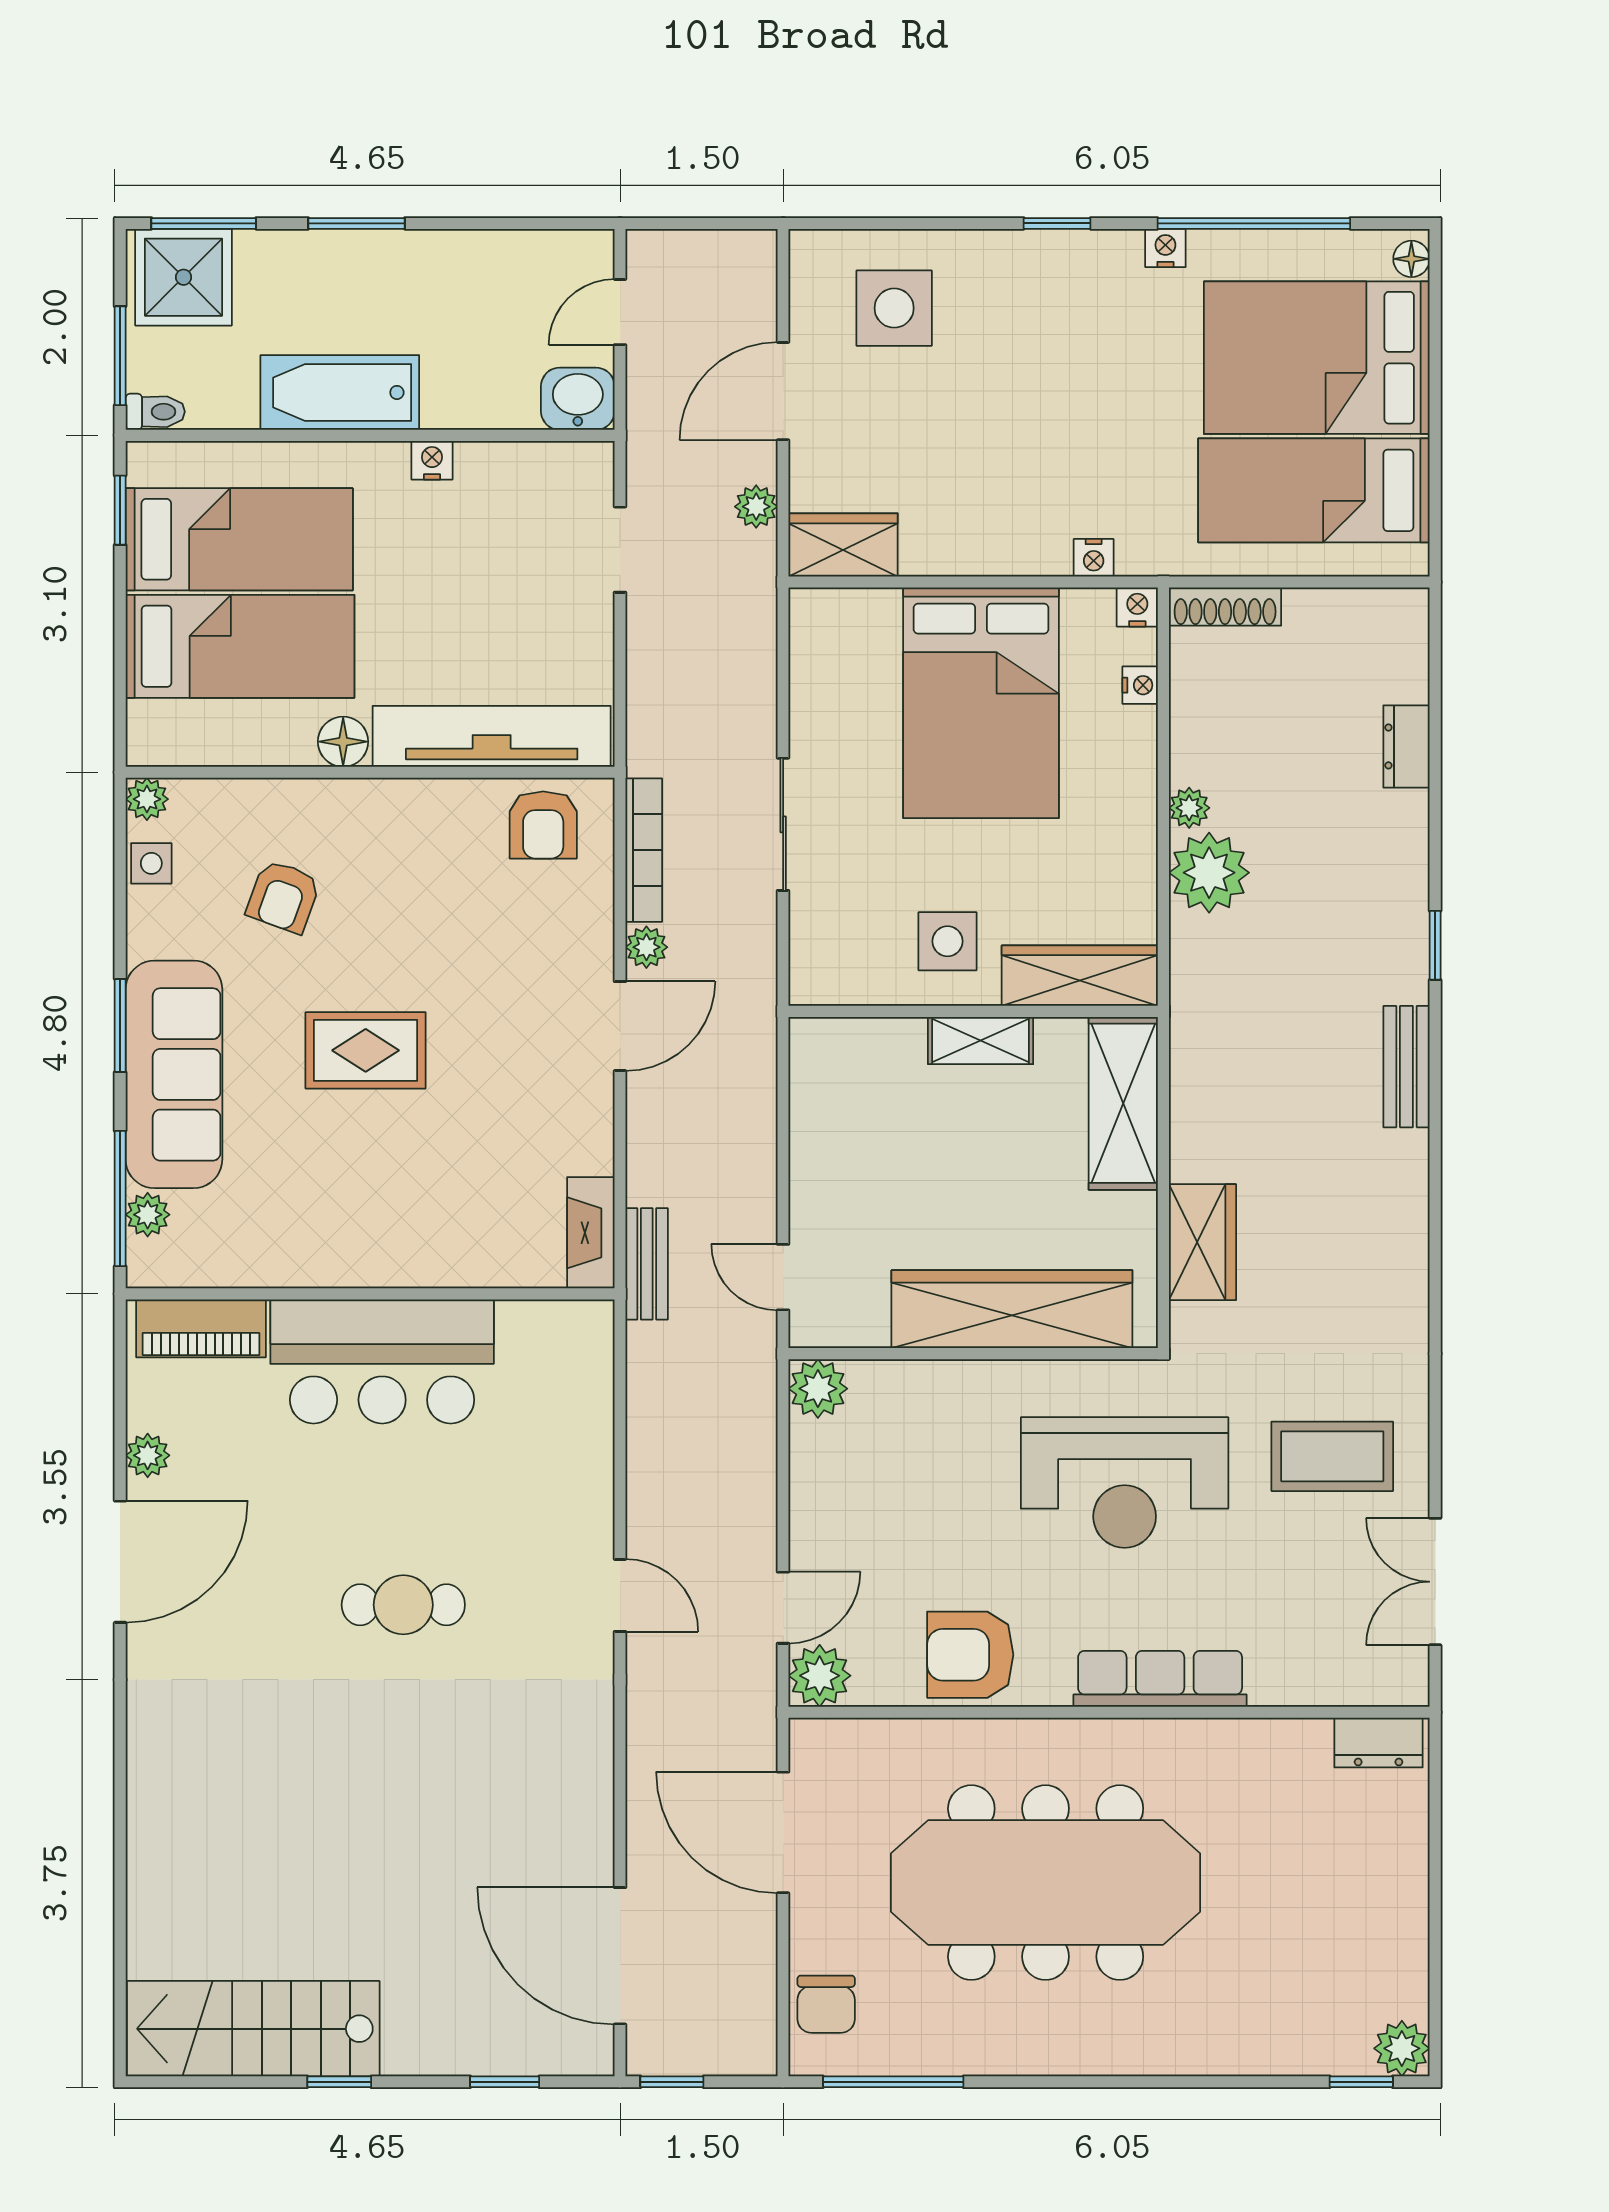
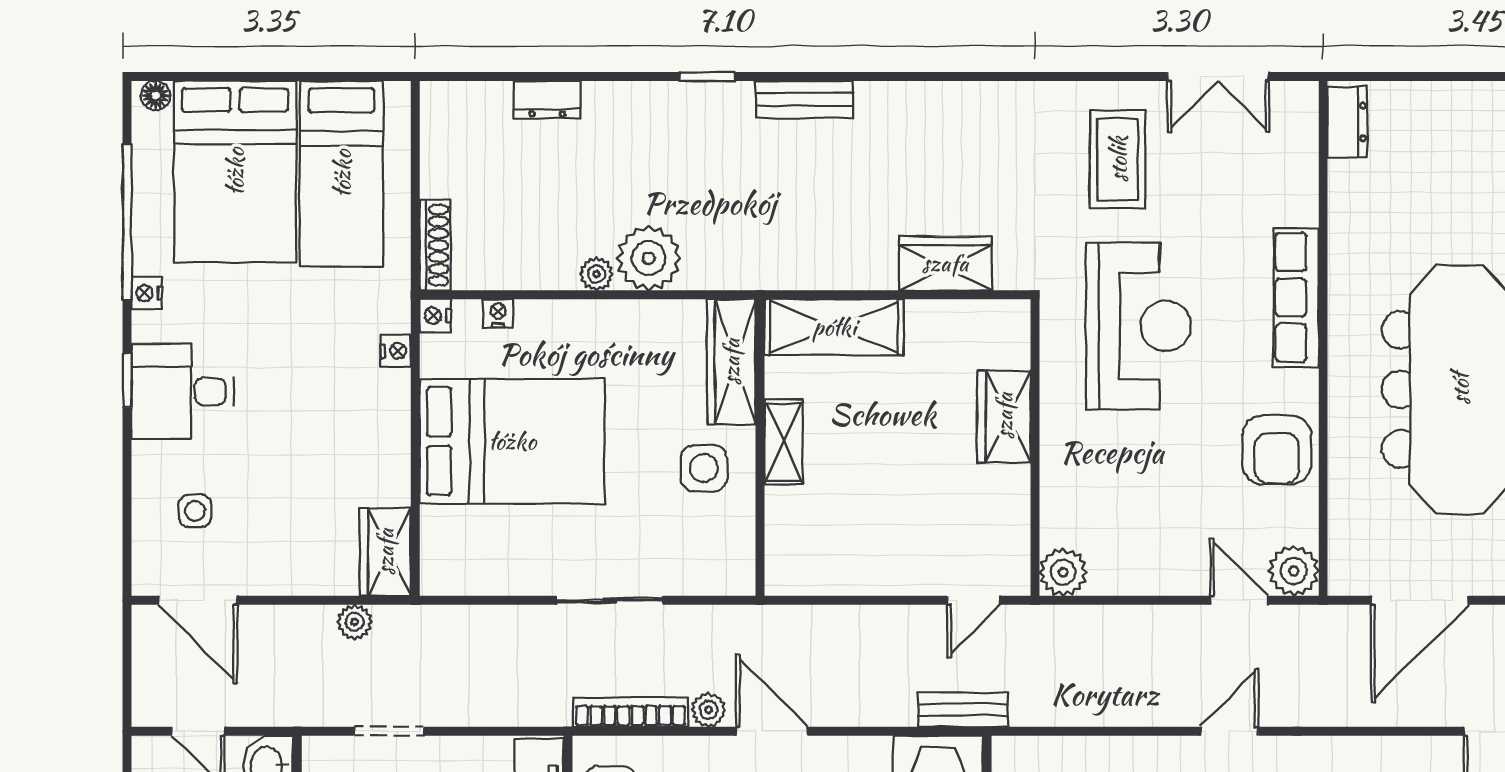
desk: (1043, 293) -> (183, 391), added
side table: (894, 308) -> (195, 511), width x0.54, depth x0.54
door: (783, 391) -> (198, 600), moved
wardrobe: (1012, 1309) -> (1004, 416), width x0.48, depth x0.85

